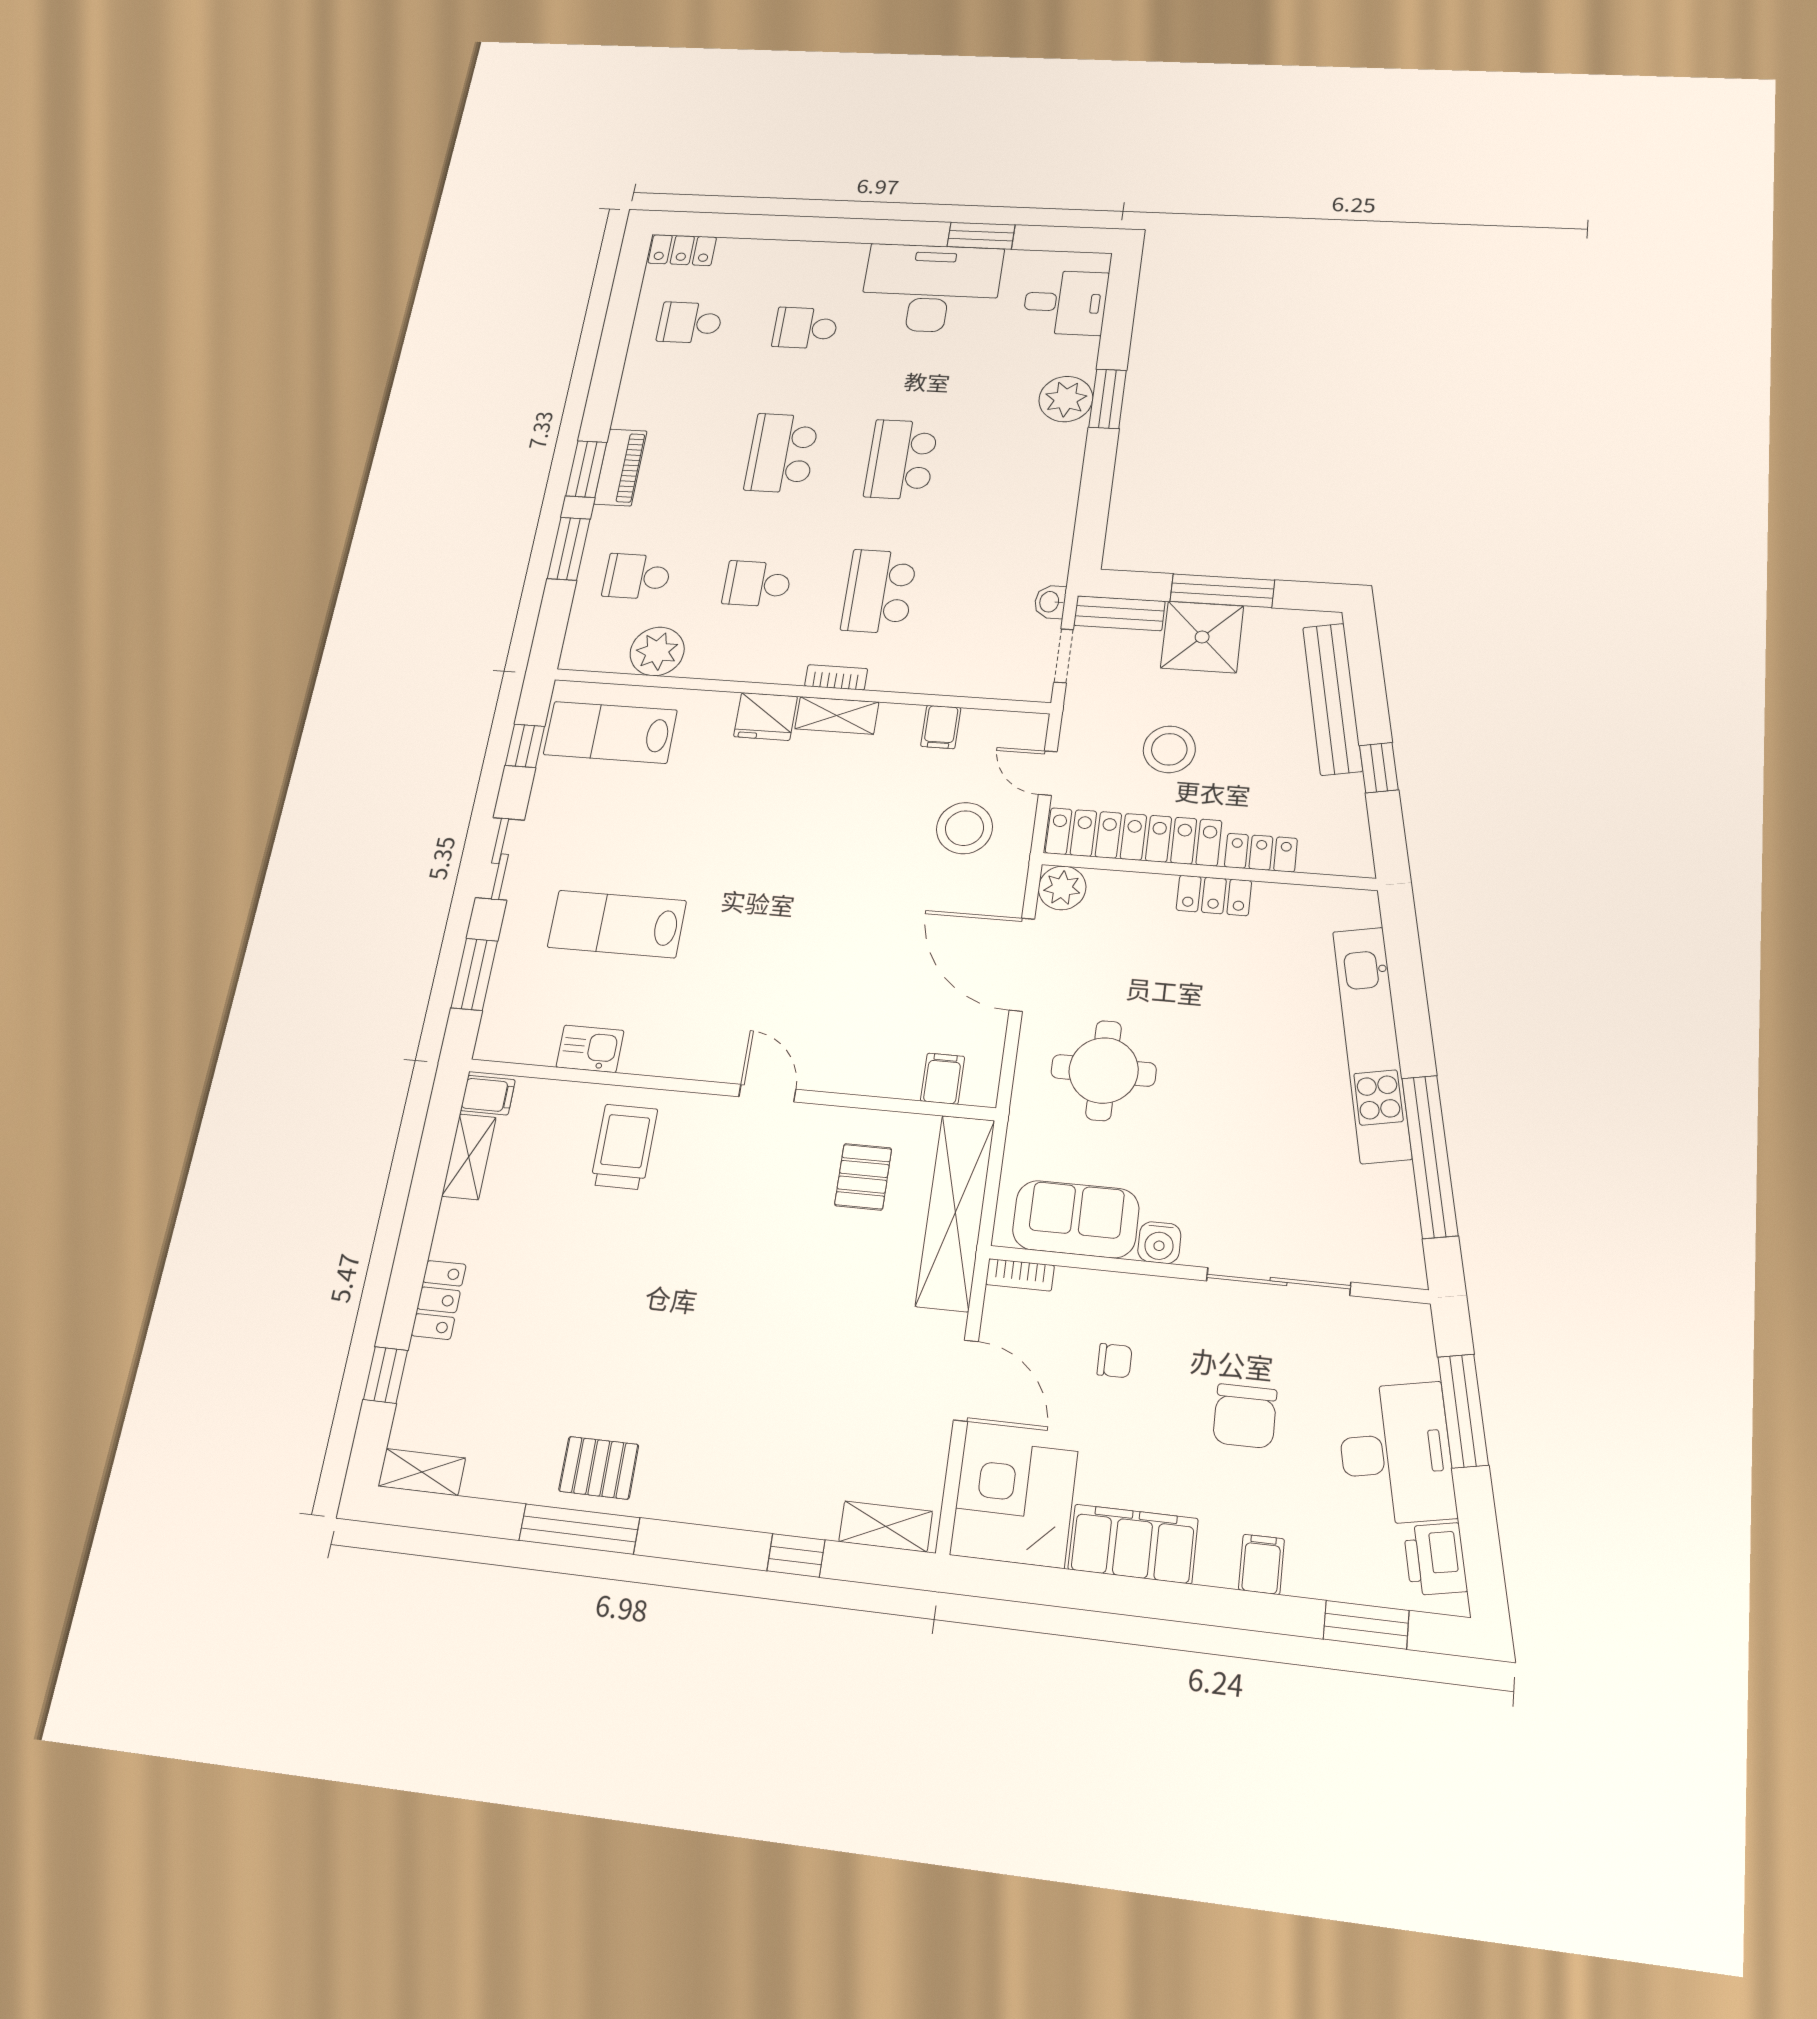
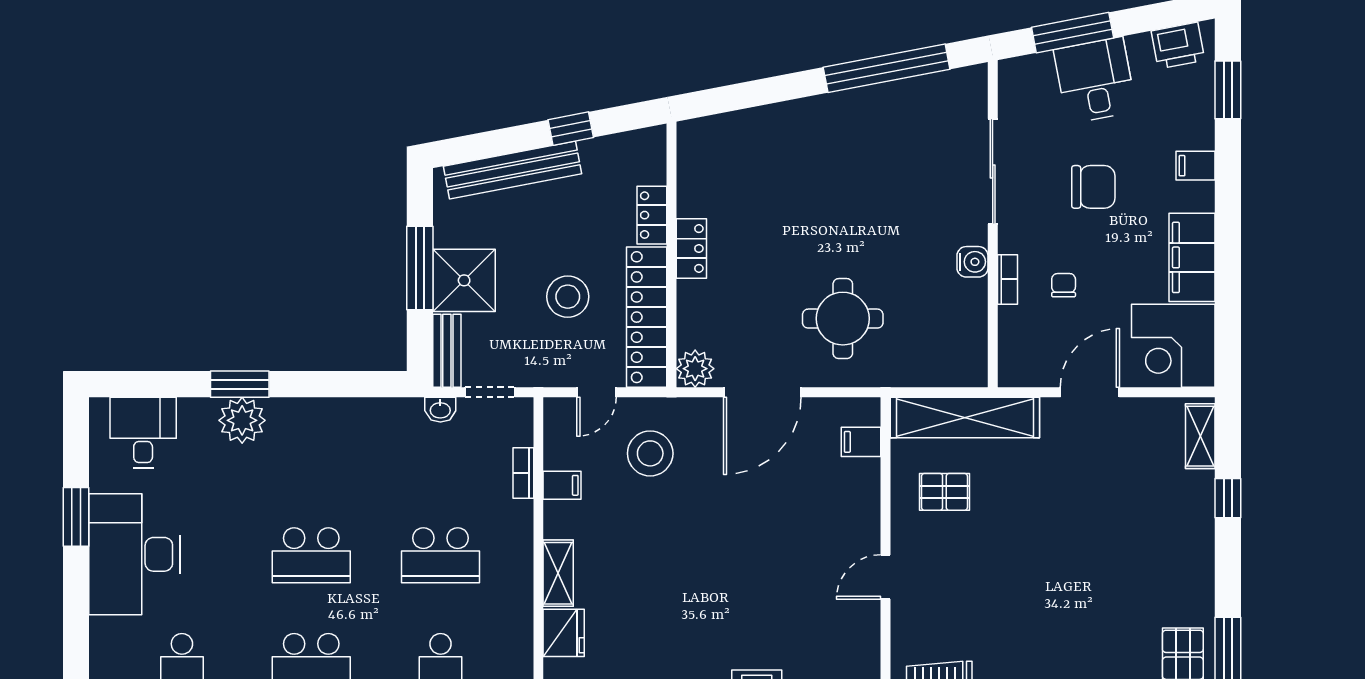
bookcase: (836, 677) -> (523, 473), moved
kitchen unit: (1372, 1044) -> (802, 117), removed
sofa: (1076, 1219) -> (961, 326), removed
bookcase: (1020, 1275) -> (1007, 279), moved
desk: (1396, 1453) -> (1095, 80), width x0.73

